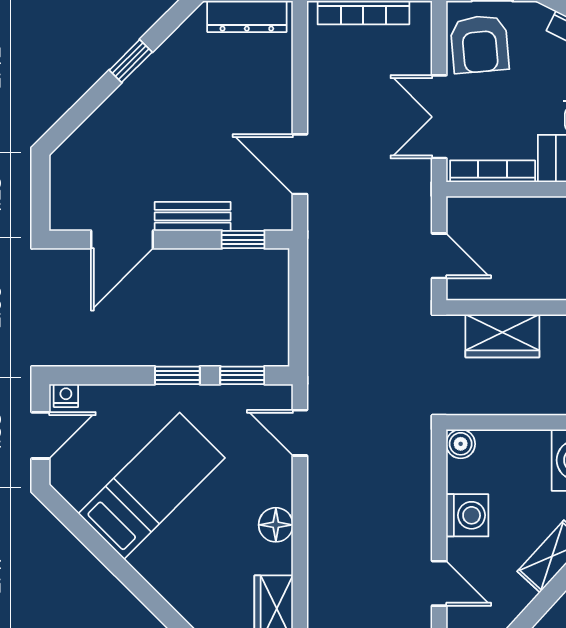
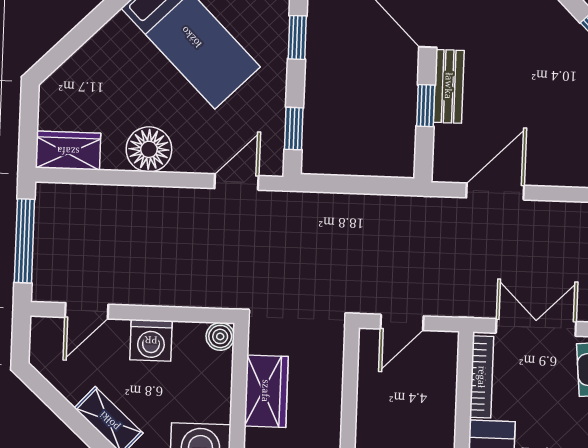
window: (243, 240) -> (426, 106), moved
wardrobe: (502, 336) -> (266, 391), moved, turned 180
window: (177, 375) -> (297, 37), moved
floor lamp: (276, 525) -> (149, 149), width x1.38, depth x1.38

